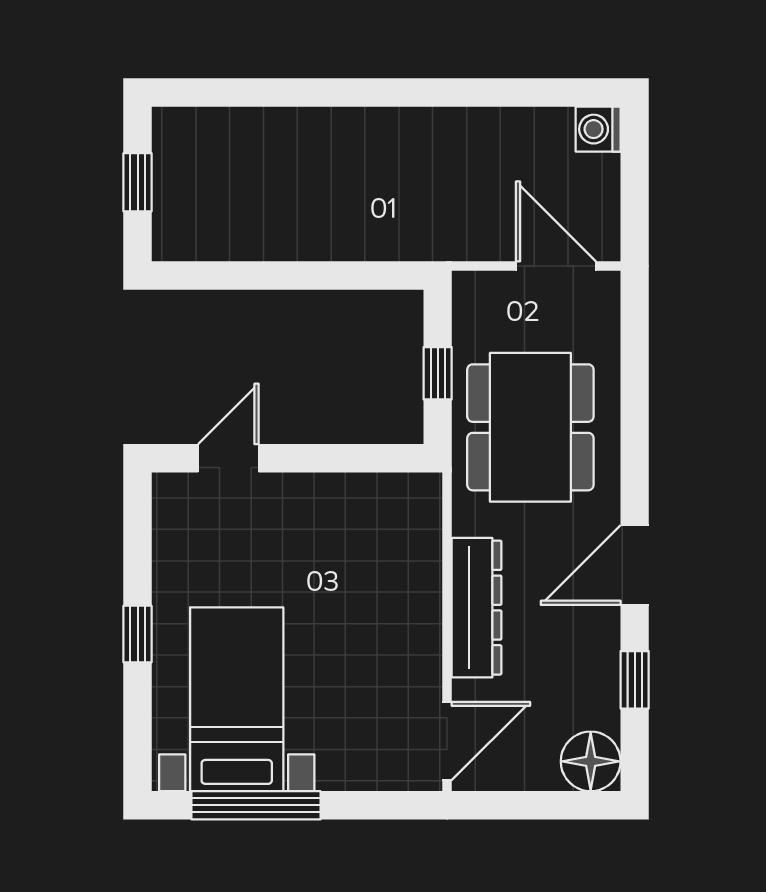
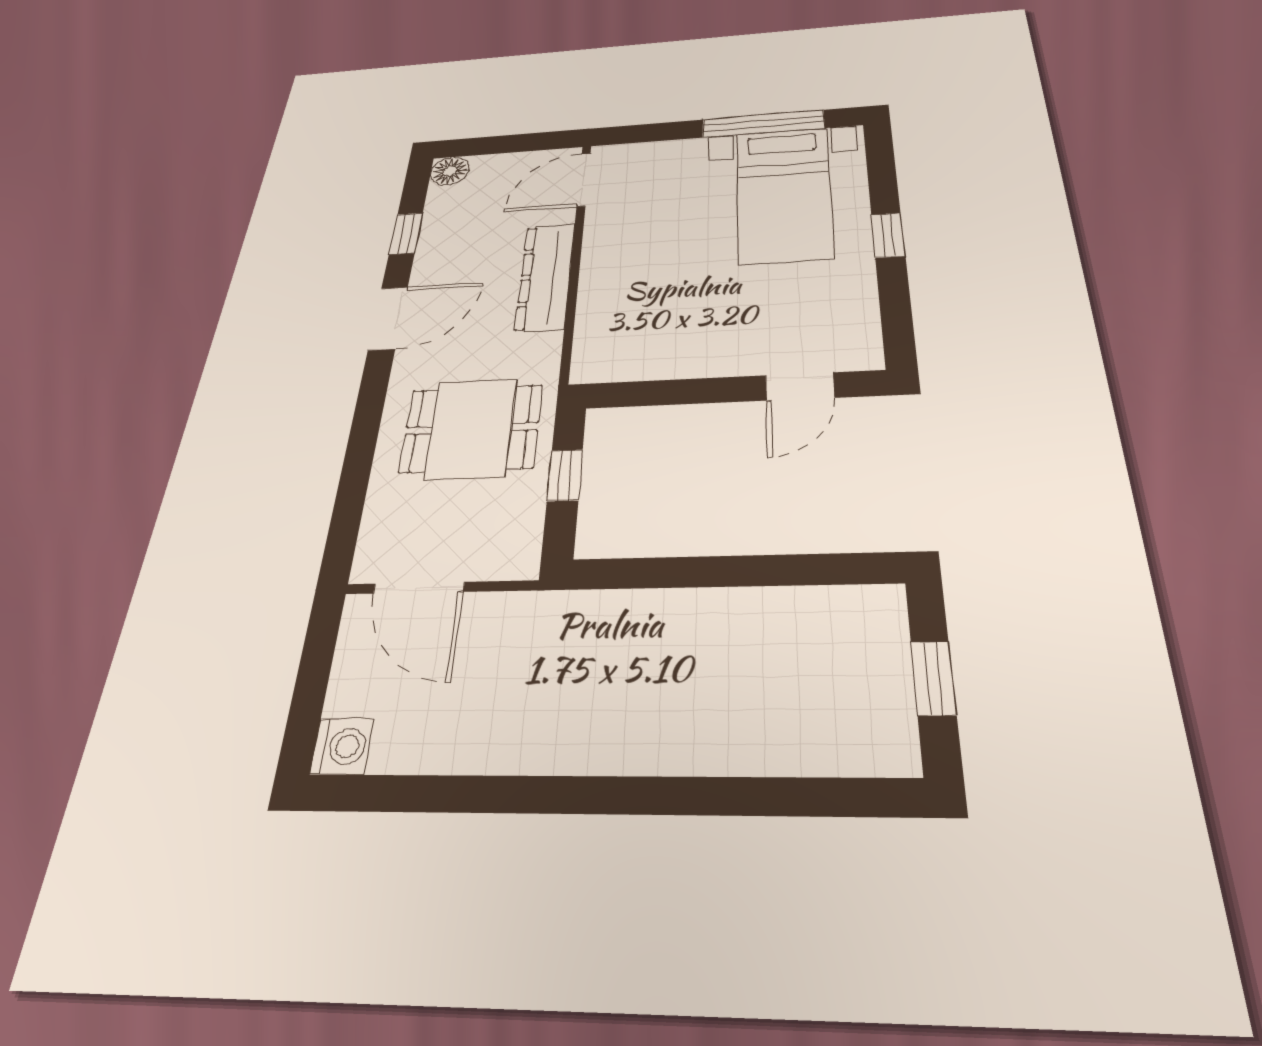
dining table: (530, 427) -> (471, 429), width x0.73
floor lamp: (591, 761) -> (450, 171), width x0.73, depth x0.73

